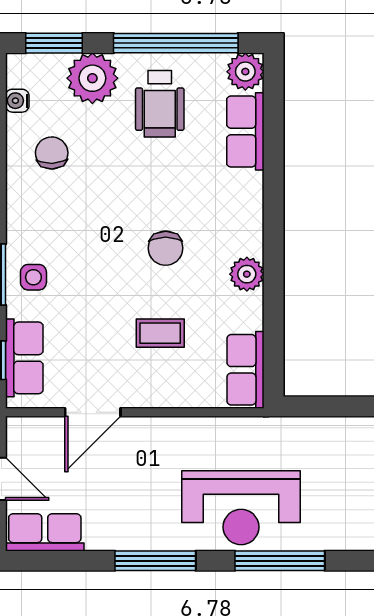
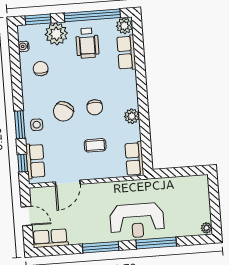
chair: (95, 252) -> (63, 111), added

